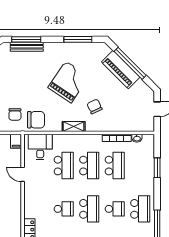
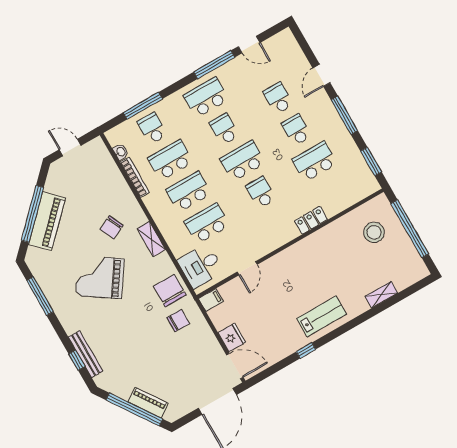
window: (26, 39) -> (77, 360), width x0.46
school desk: (140, 166) -> (152, 128), added
window: (157, 168) -> (143, 106), width x1.44

